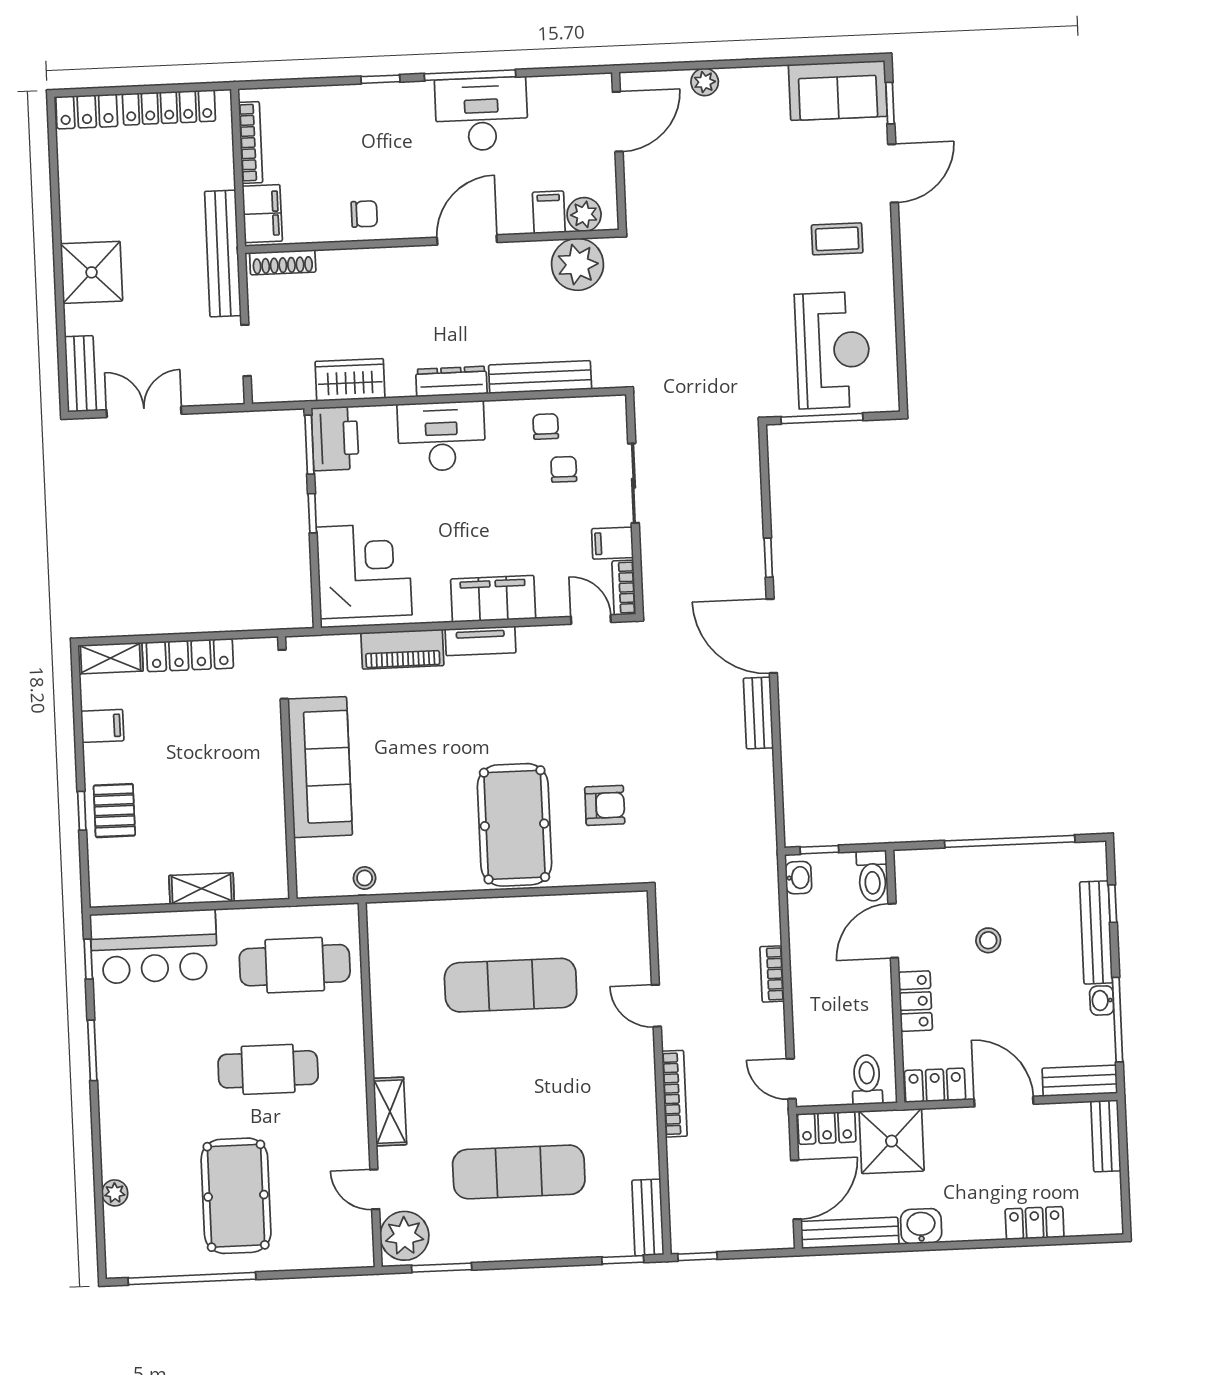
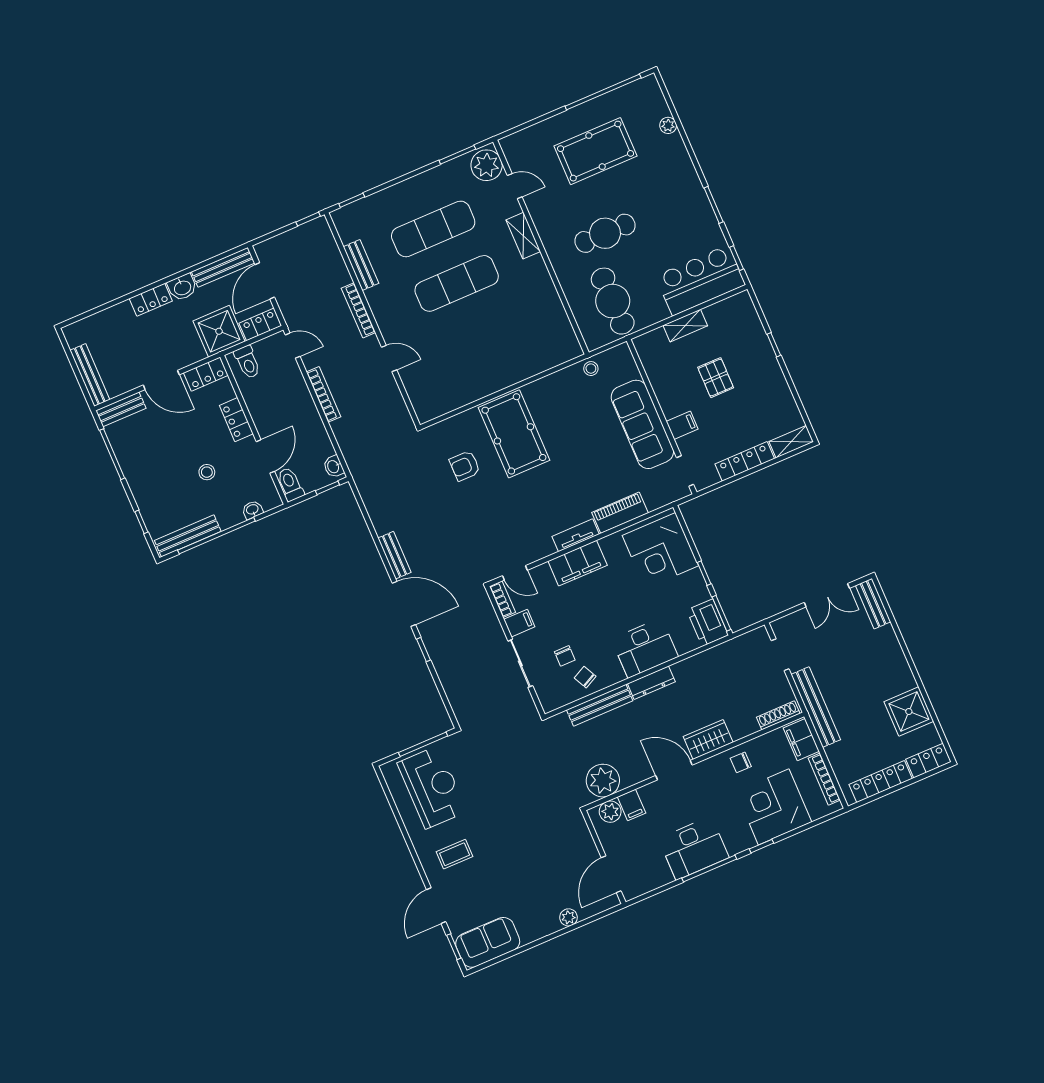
corner desk: (341, 130) -> (774, 807), added
door: (467, 240) -> (674, 770), swing flipped
shower: (92, 272) -> (909, 712), moved
reception desk: (833, 350) -> (432, 787), turned 180
wardrobe: (350, 380) -> (708, 739), moved, turned 180
chair: (546, 426) -> (585, 677), turned 153
filing cabinet: (102, 726) -> (682, 425), moved, turned 180
pallet: (114, 811) -> (716, 378), moved
bench: (1096, 932) -> (188, 536), moved, turned 90
cafe table: (295, 965) -> (613, 301), turned 90
bookcase: (772, 974) -> (324, 394), width x1.56
exercise mat: (511, 985) -> (457, 283), moved
washbasin: (1102, 1000) -> (252, 510), moved, turned -90
bench: (1106, 1136) -> (90, 375), width x1.36
pool table: (236, 1196) -> (596, 151), turned 90
bench: (648, 1217) -> (361, 265), moved
locker: (1035, 1223) -> (151, 300), moved

